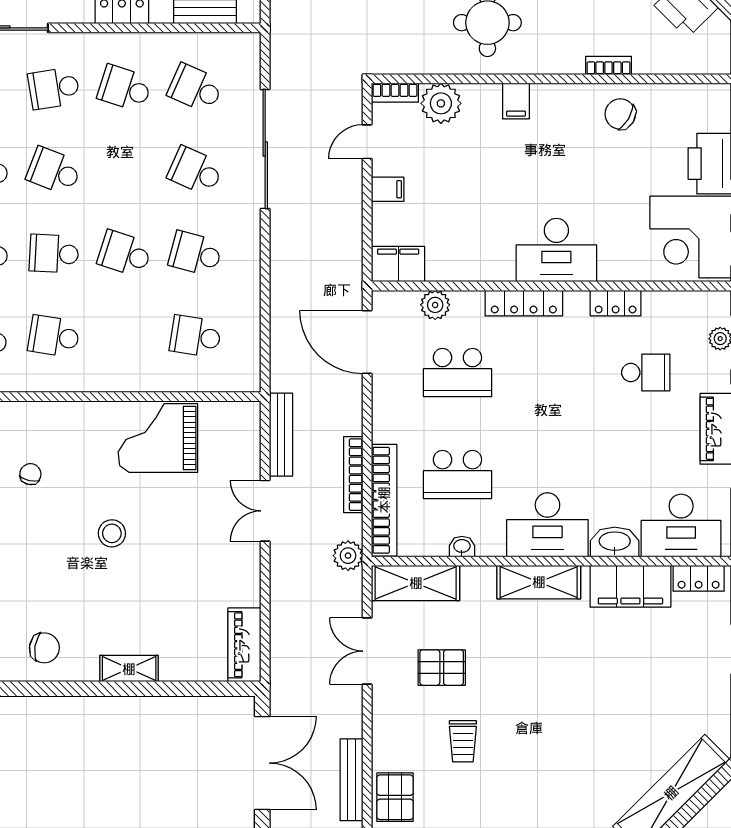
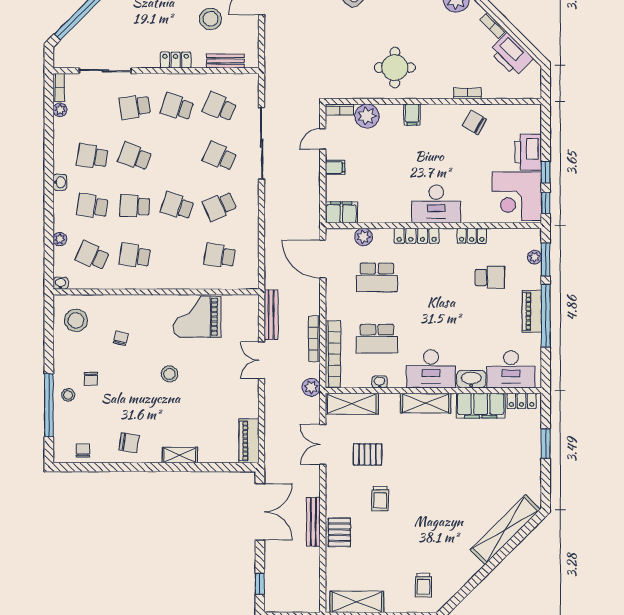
school desk: (195, 254) -> (220, 206), turned -39

